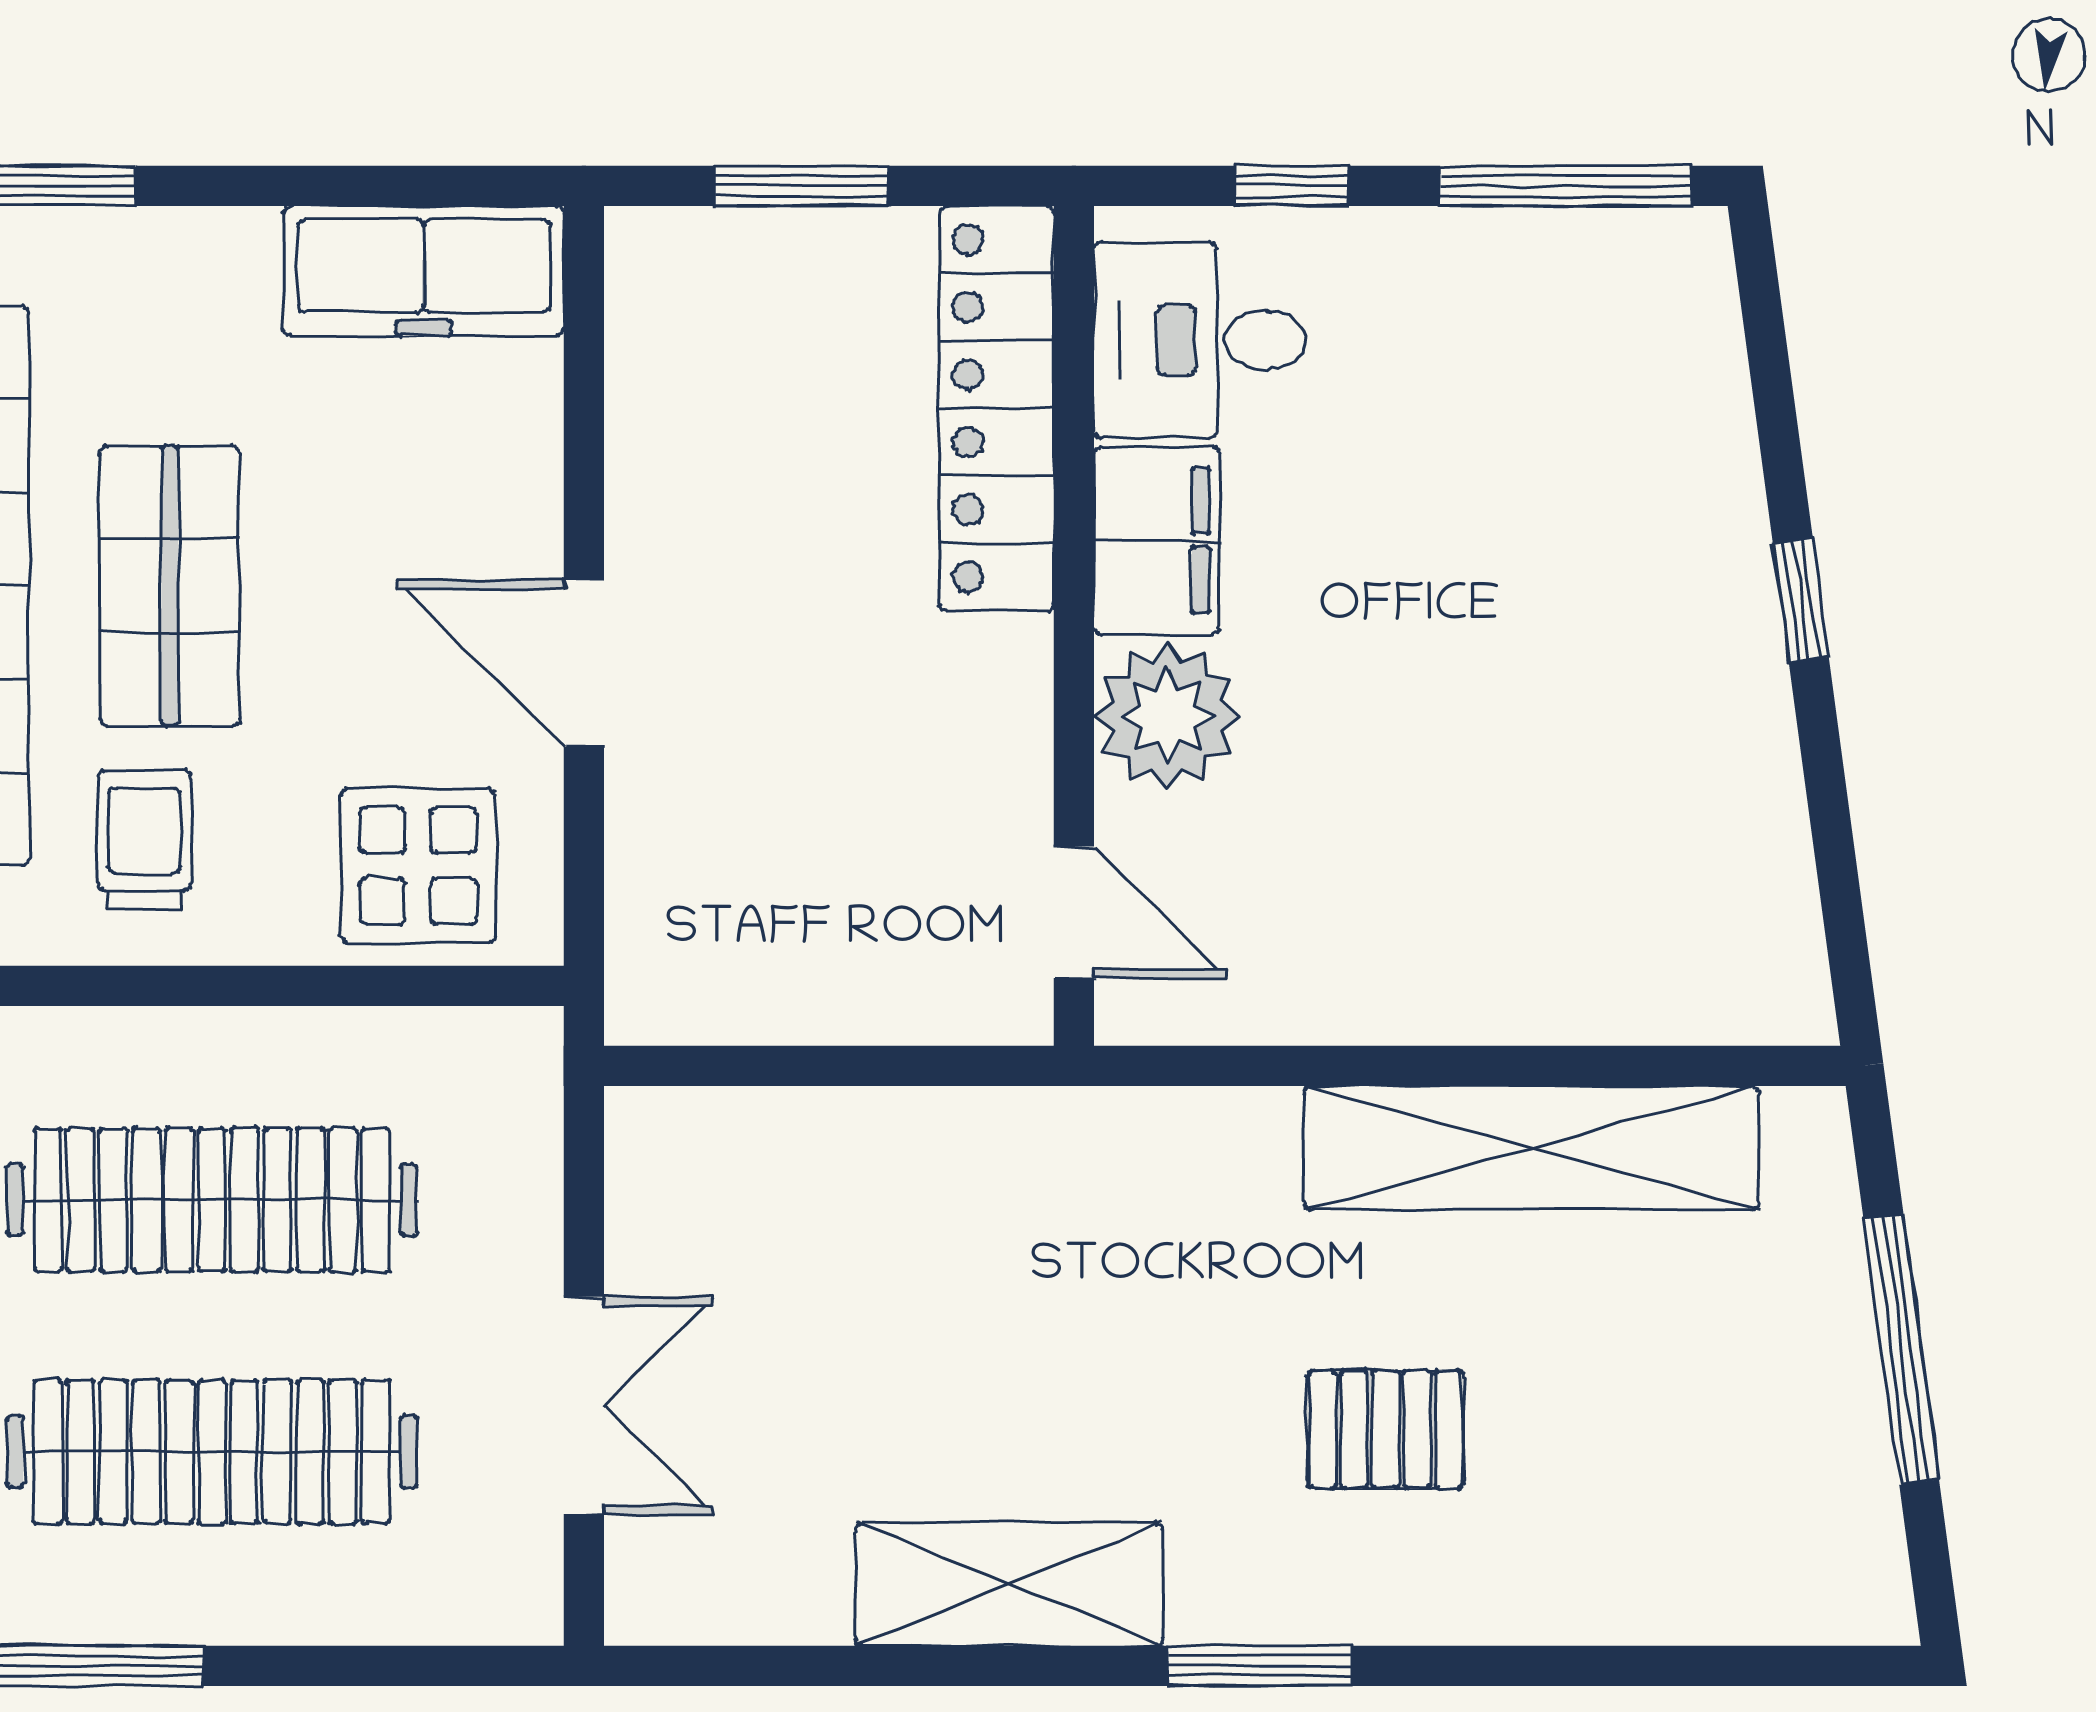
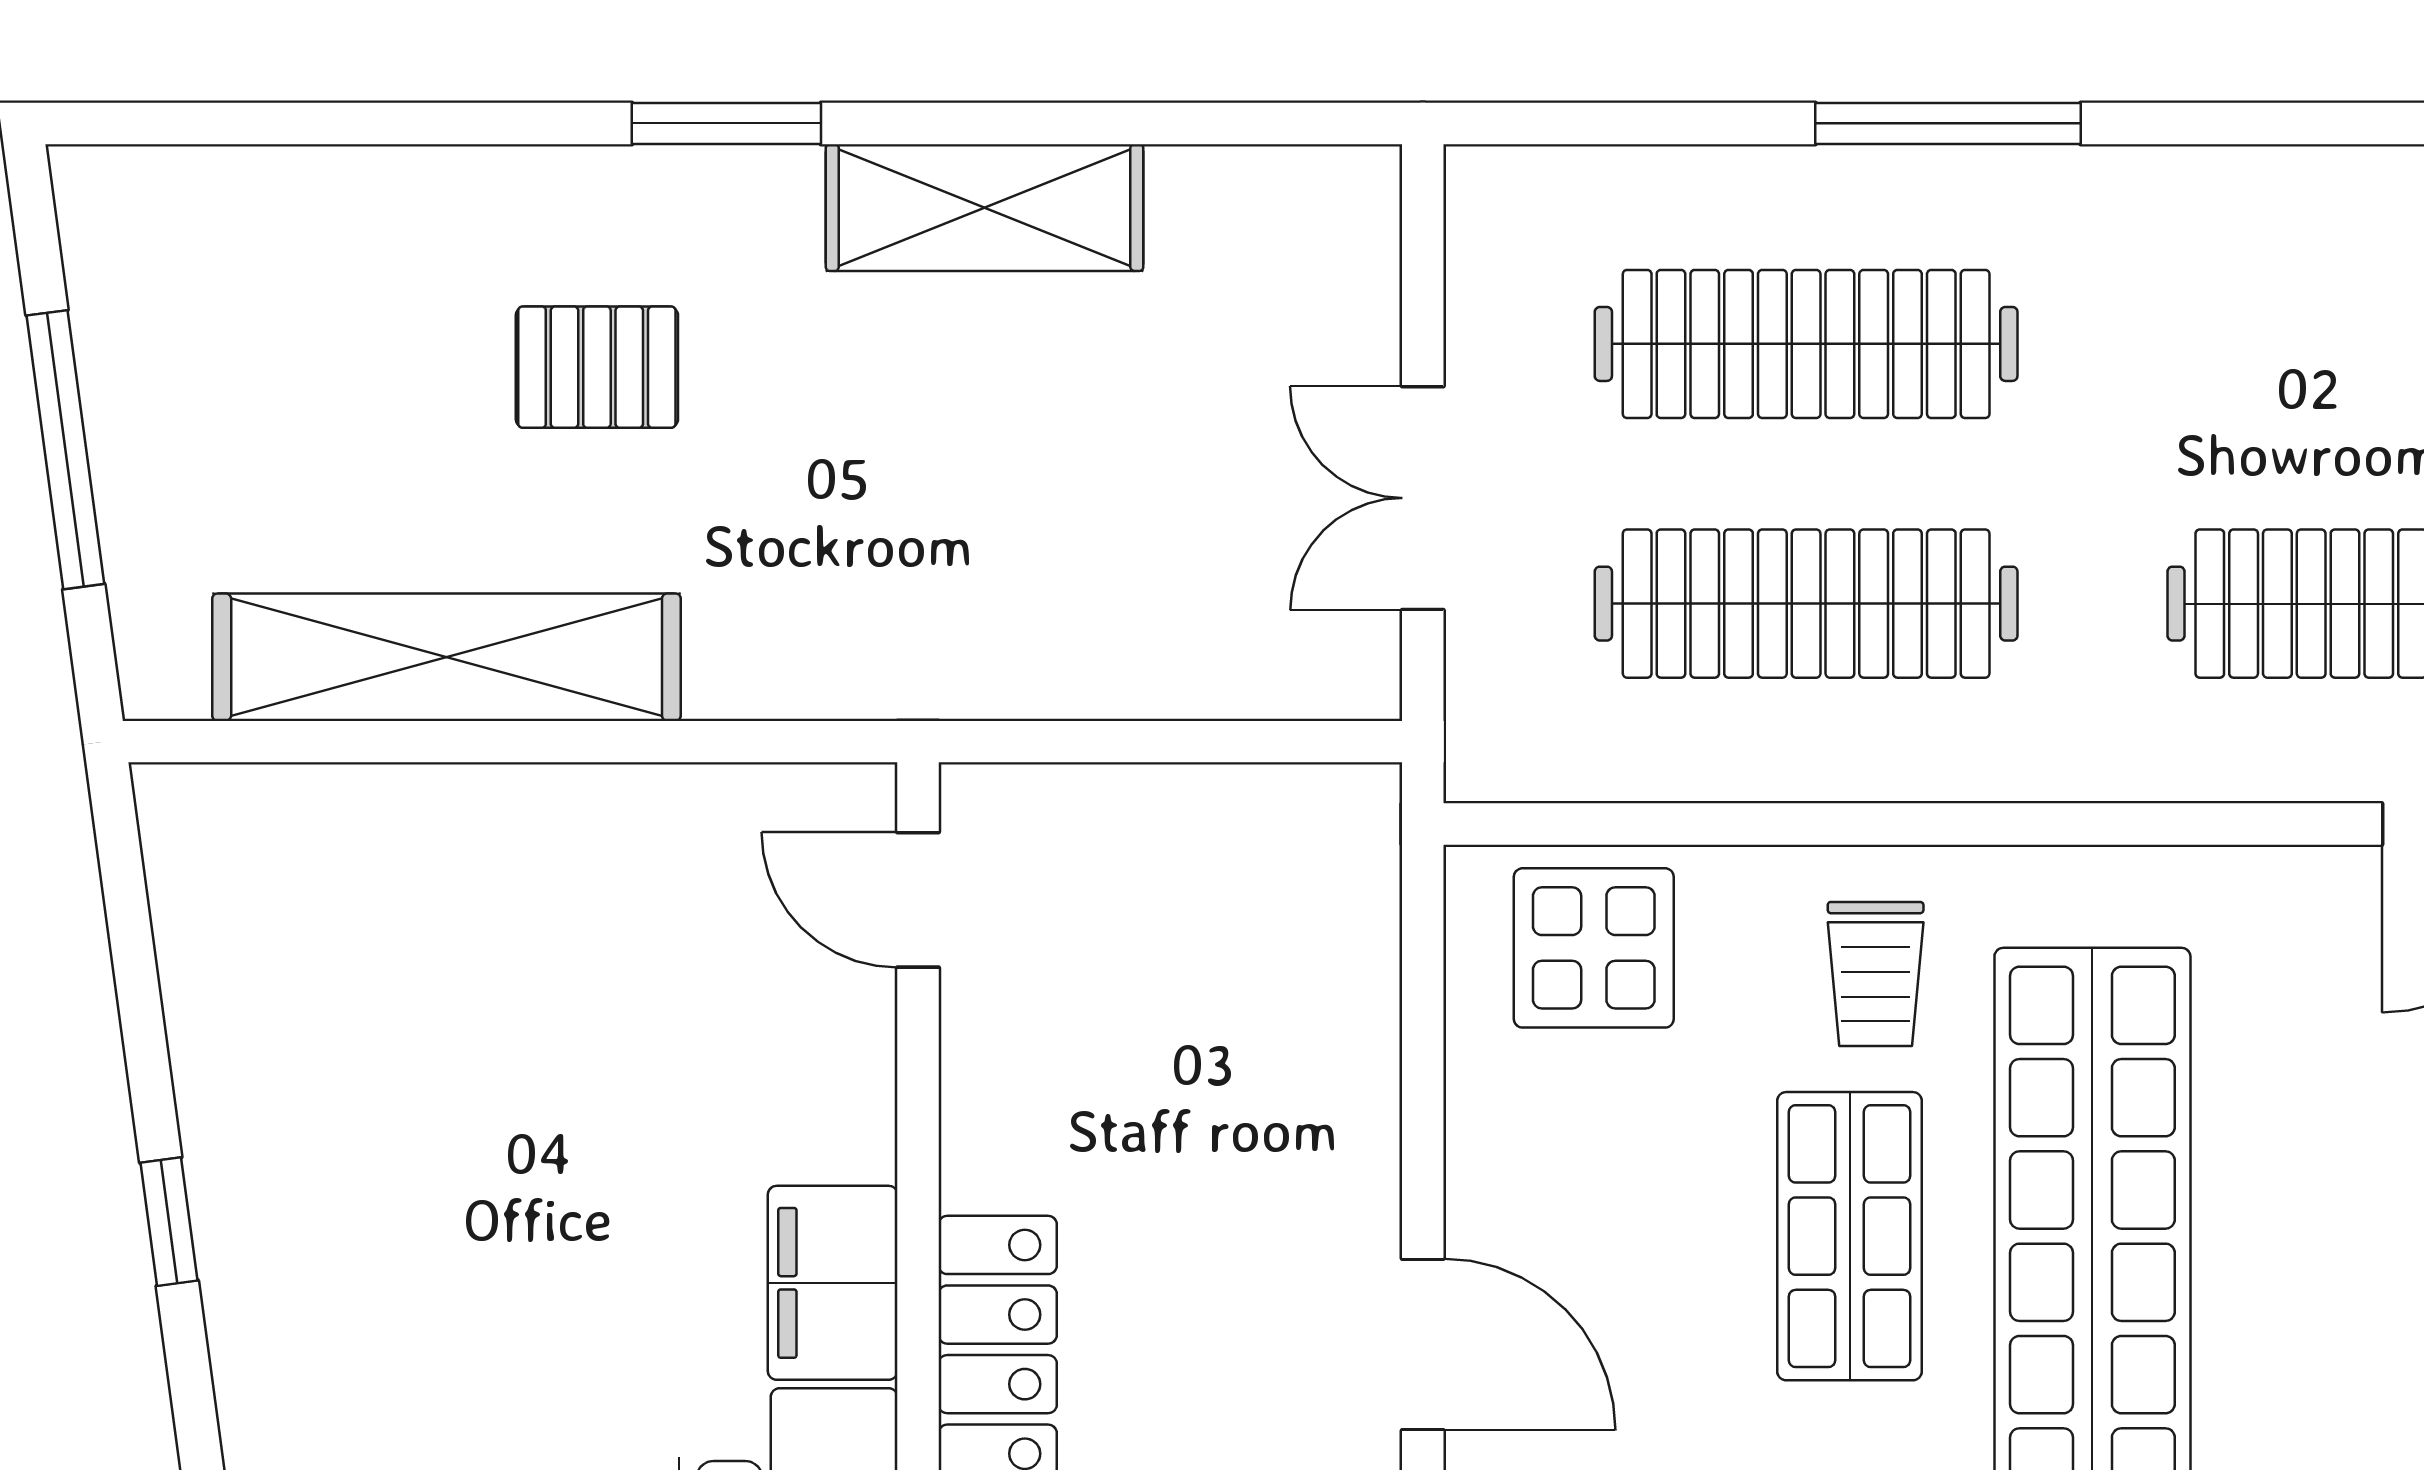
door: (584, 663) -> (1423, 1344), moved
plant: (1167, 716) -> (822, 1102), removed
double door: (584, 1405) -> (1423, 498), moved

